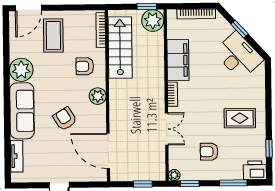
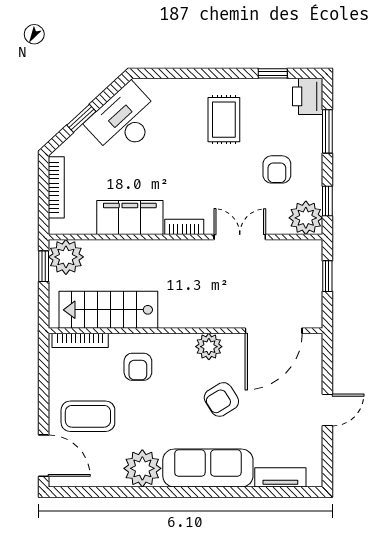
plant: (98, 96) -> (209, 347), moved
plant: (174, 175) -> (306, 218), width x1.88, depth x1.88

